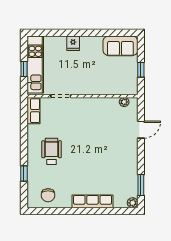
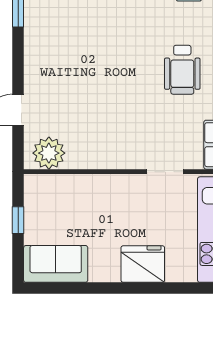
fridge: (73, 43) -> (143, 264), width x1.88, depth x1.34
plant: (124, 102) -> (49, 153), width x1.88, depth x1.88

